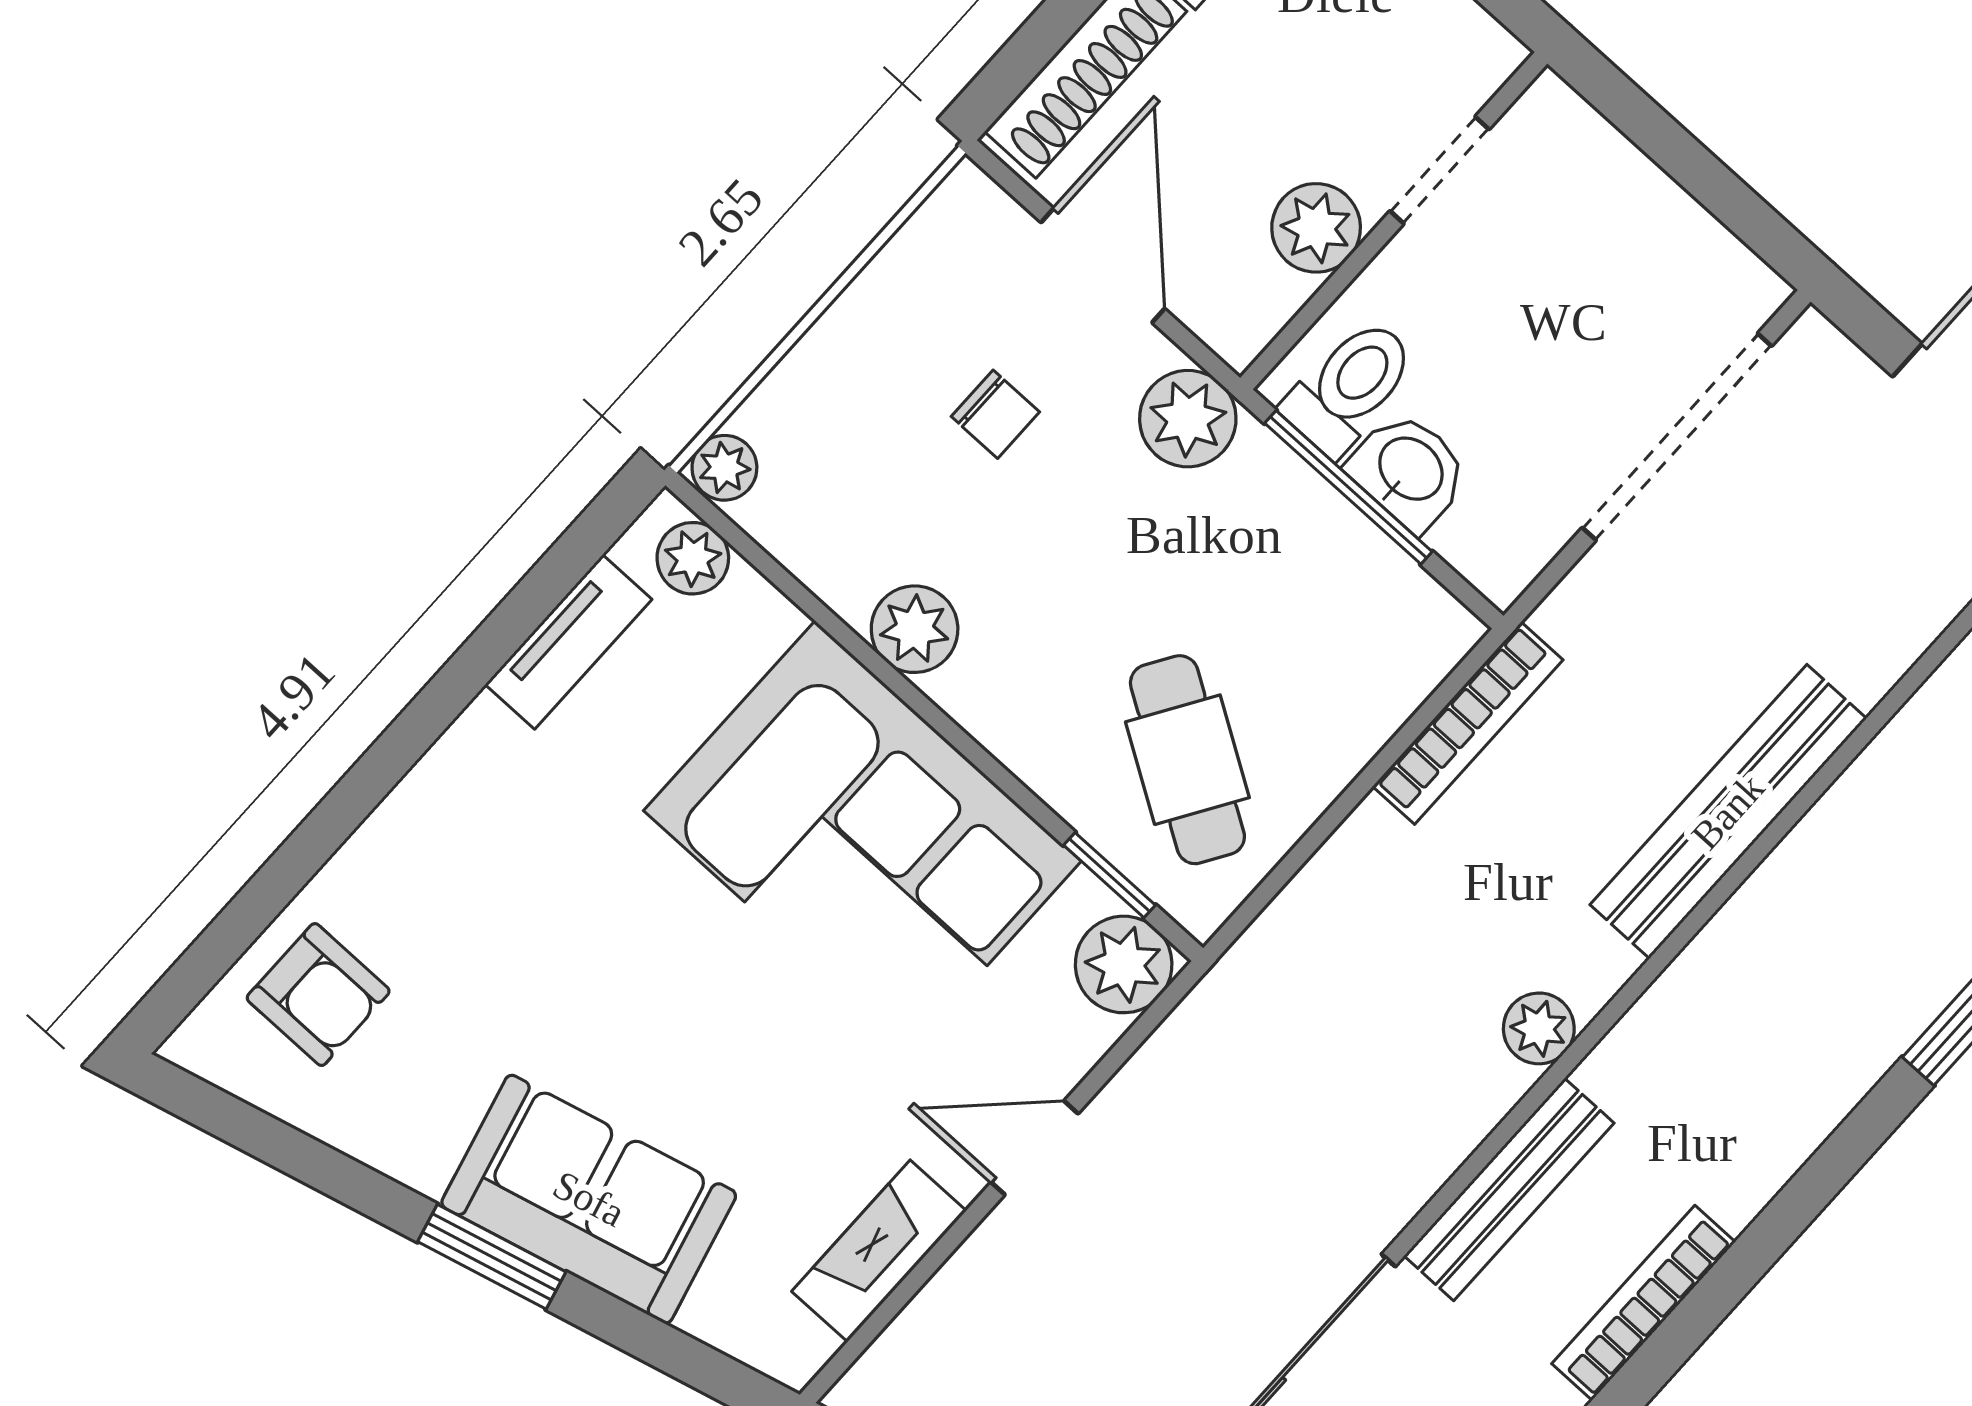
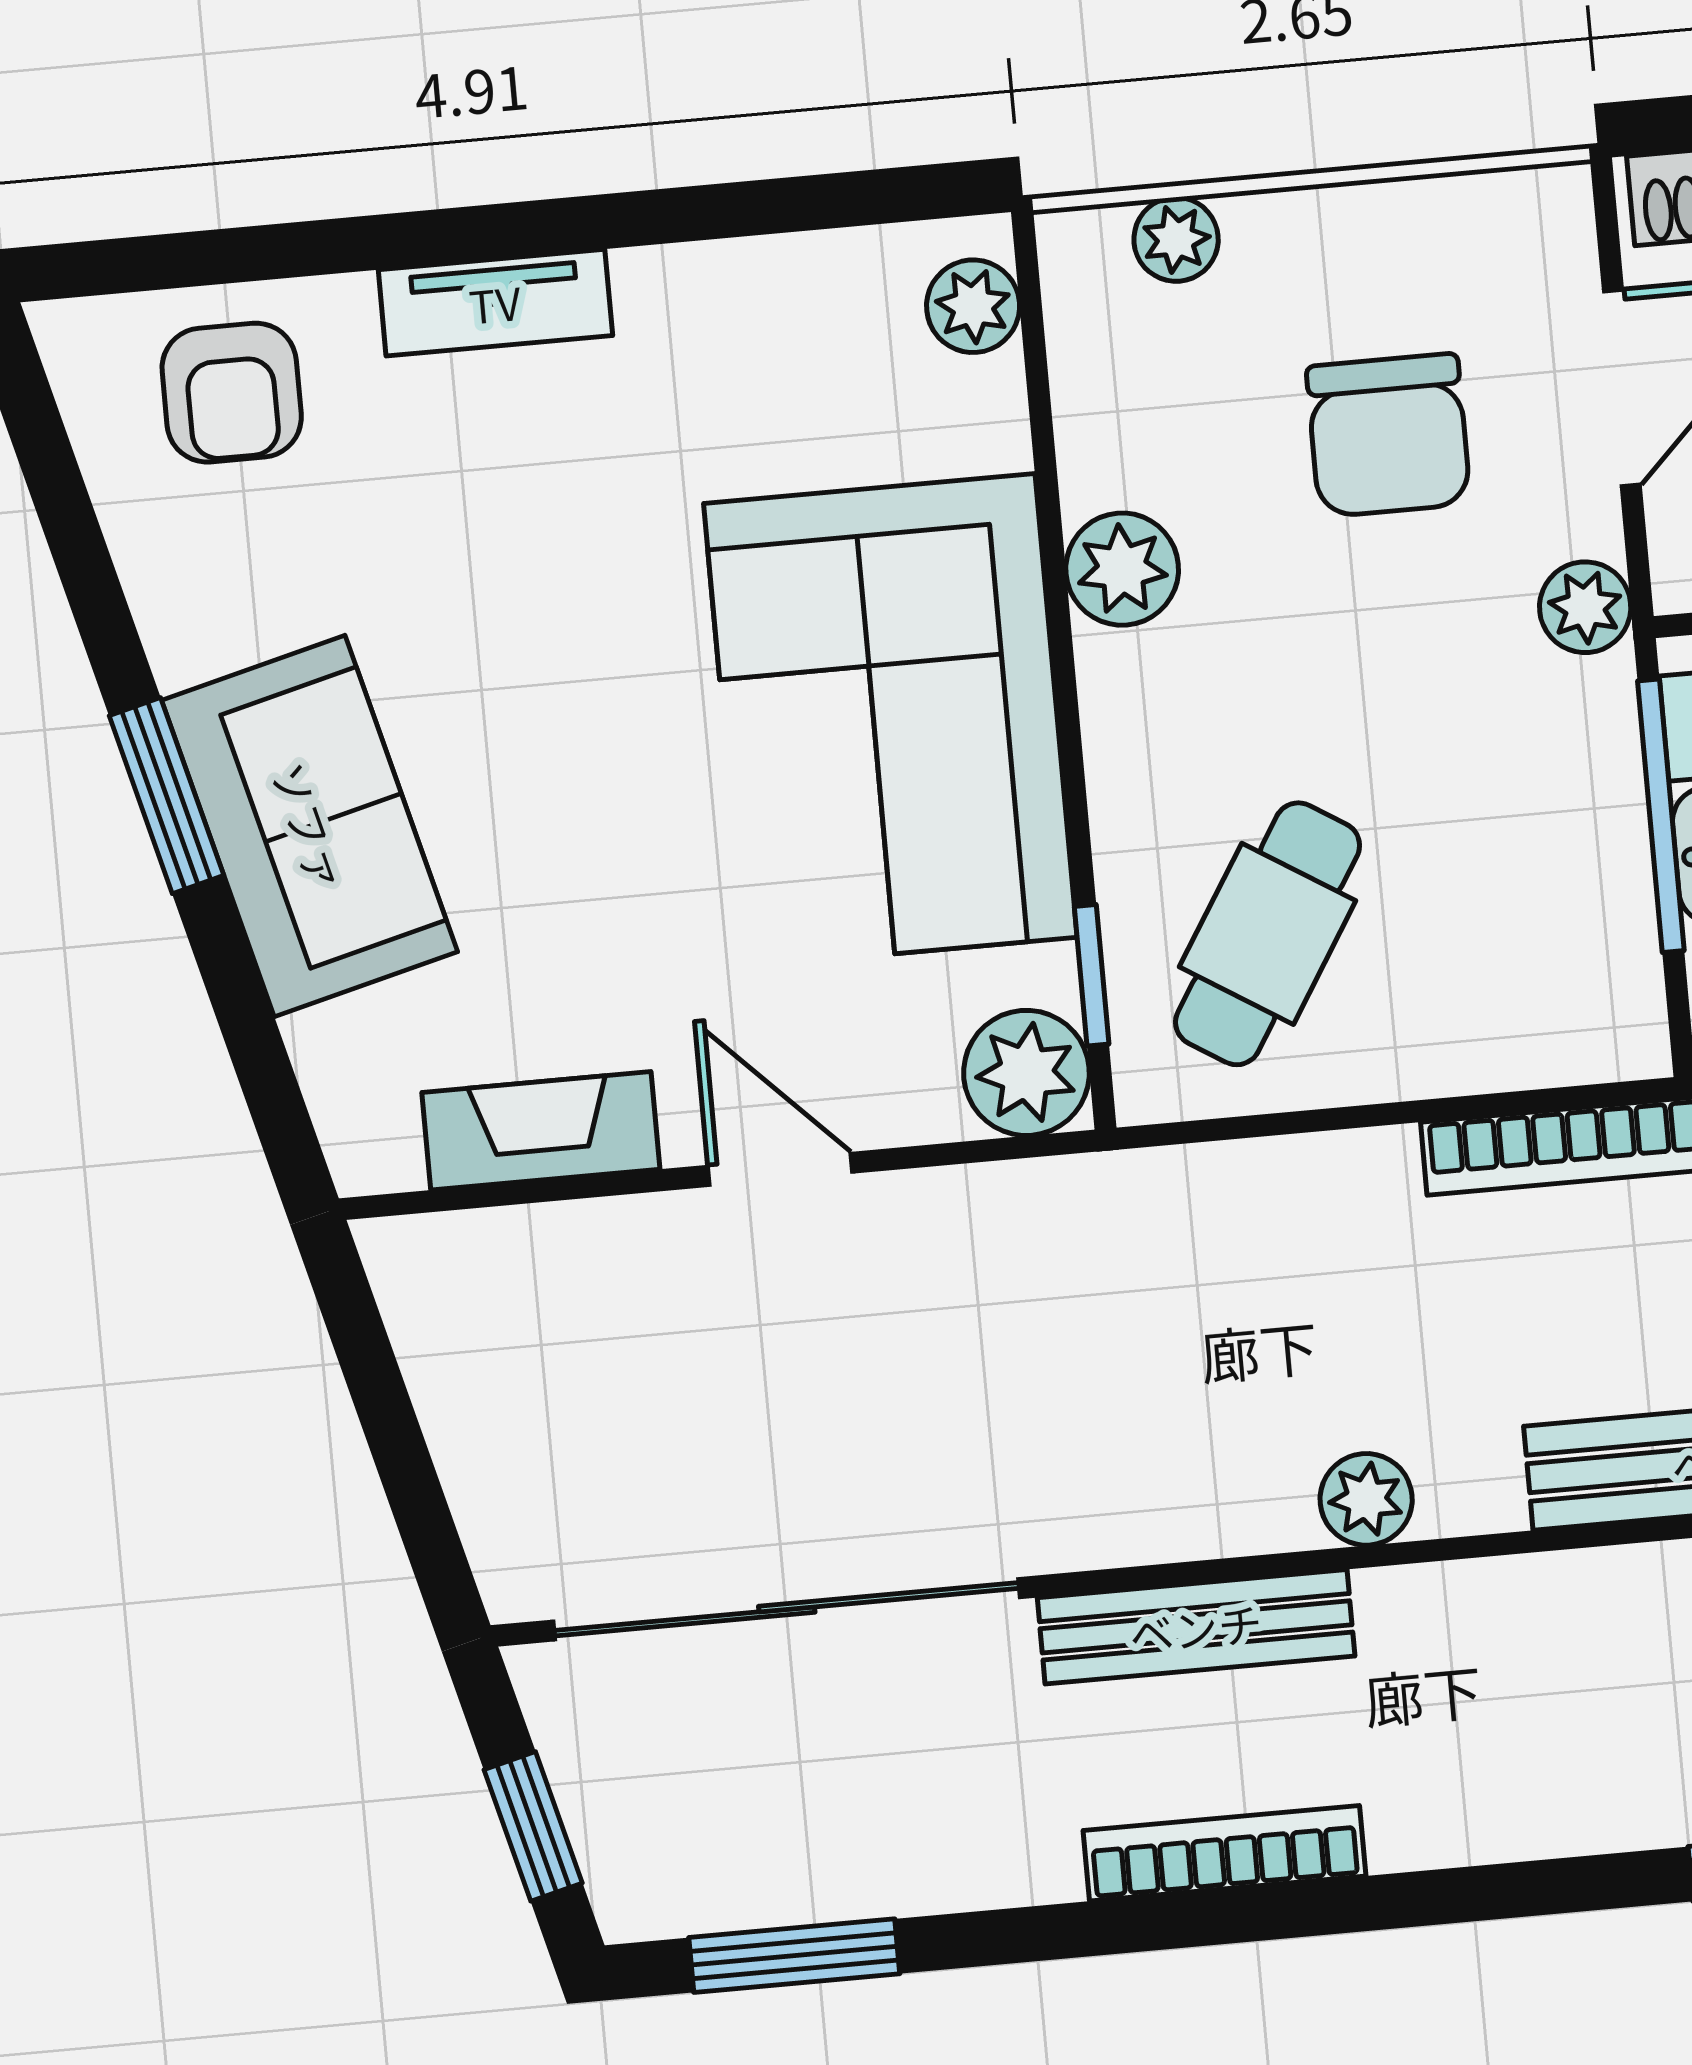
chair: (995, 414) -> (1388, 435), width x1.87, depth x1.87
plant: (1188, 419) -> (1585, 607), width x0.73, depth x0.73
plant: (724, 468) -> (1176, 239), moved
tv unit: (568, 642) -> (495, 303), moved

